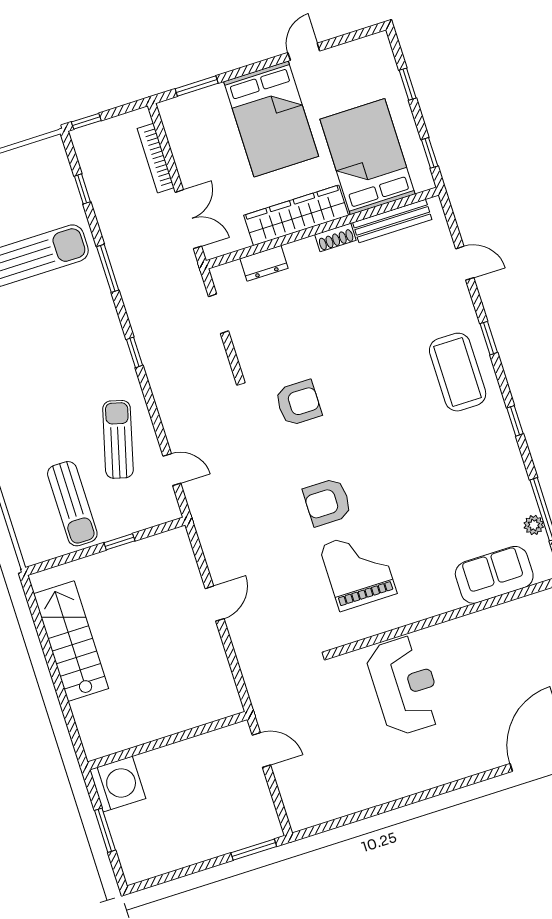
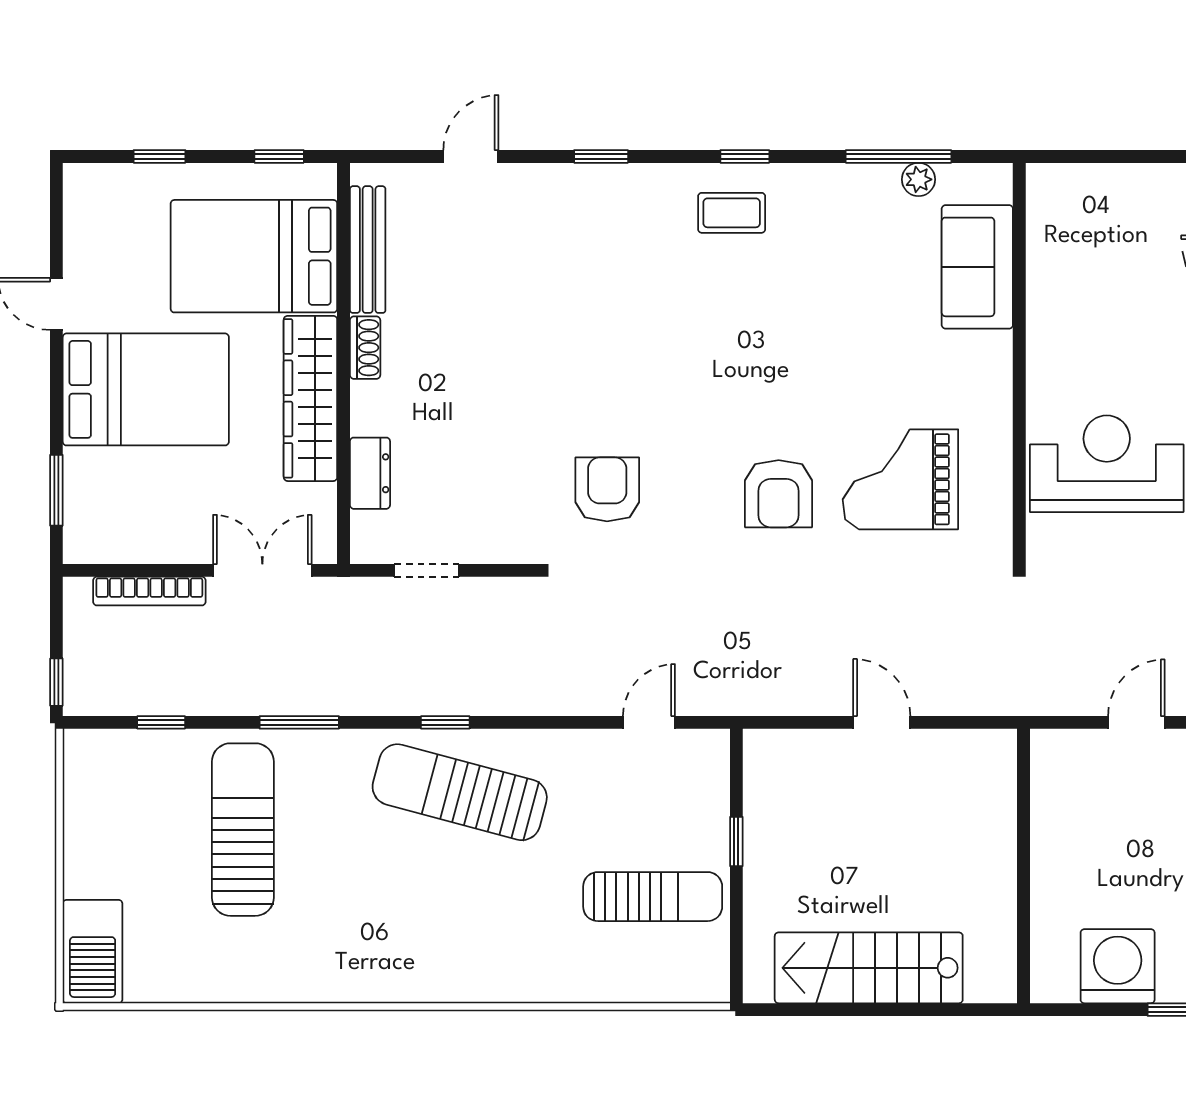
coffee table: (458, 372) -> (732, 213), moved, width x0.54, depth x0.58
sun lounger: (118, 439) -> (460, 792), moved, width x1.36, depth x1.34
wall: (167, 741) -> (1024, 866), moved

